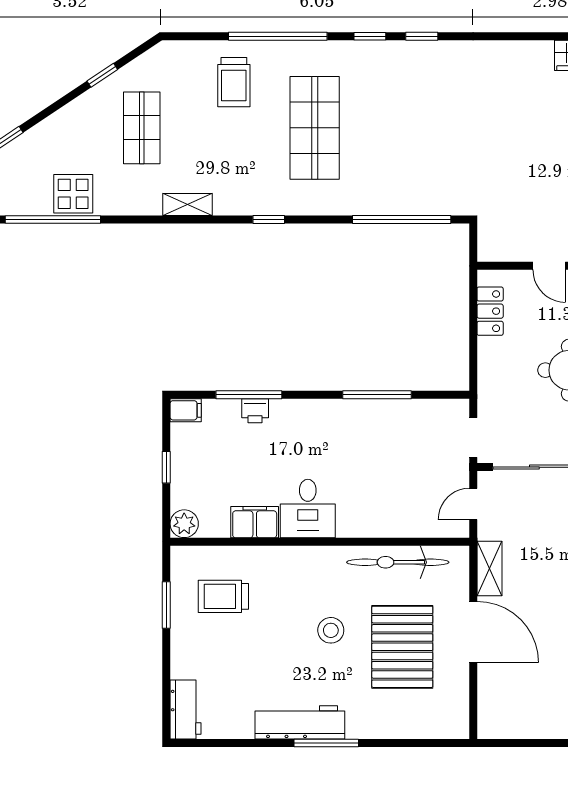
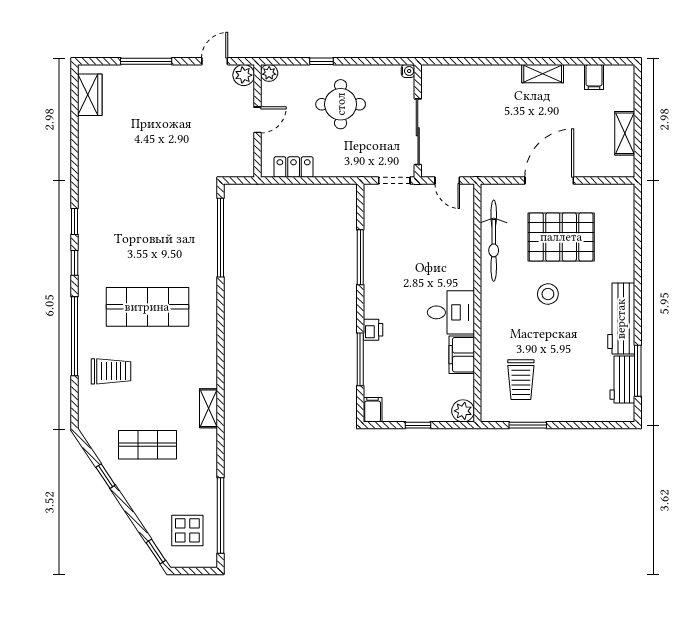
display table: (73, 194) -> (187, 530), moved
window: (269, 219) -> (220, 344), removed
printer: (255, 411) -> (373, 330), moved
shelving: (489, 568) -> (625, 133), moved, turned 90
workbench: (186, 709) -> (622, 380), moved, turned -90
window: (326, 743) -> (638, 371), moved

